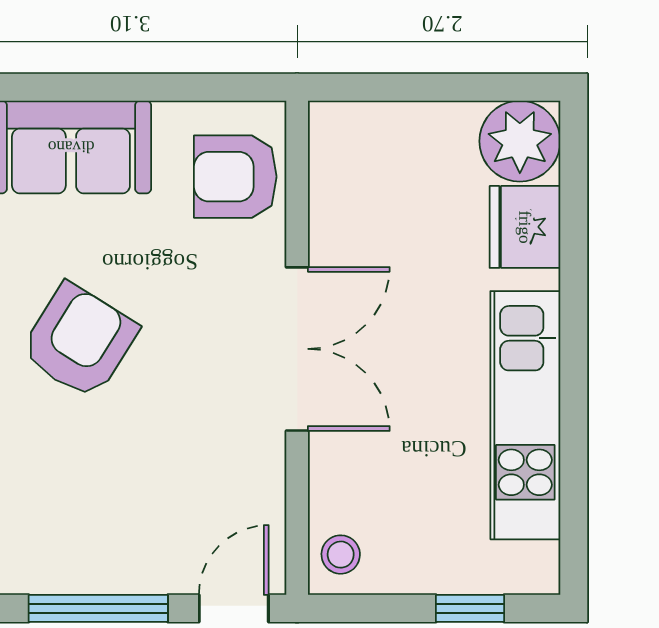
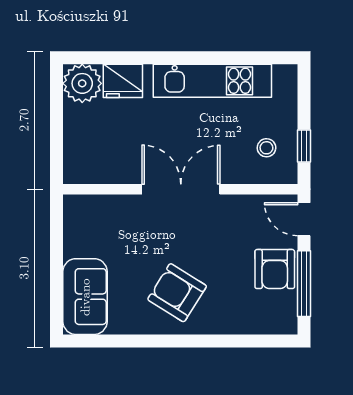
armchair: (235, 177) -> (275, 269), moved
stool: (341, 555) -> (266, 148), moved
window: (470, 608) -> (304, 146), moved

